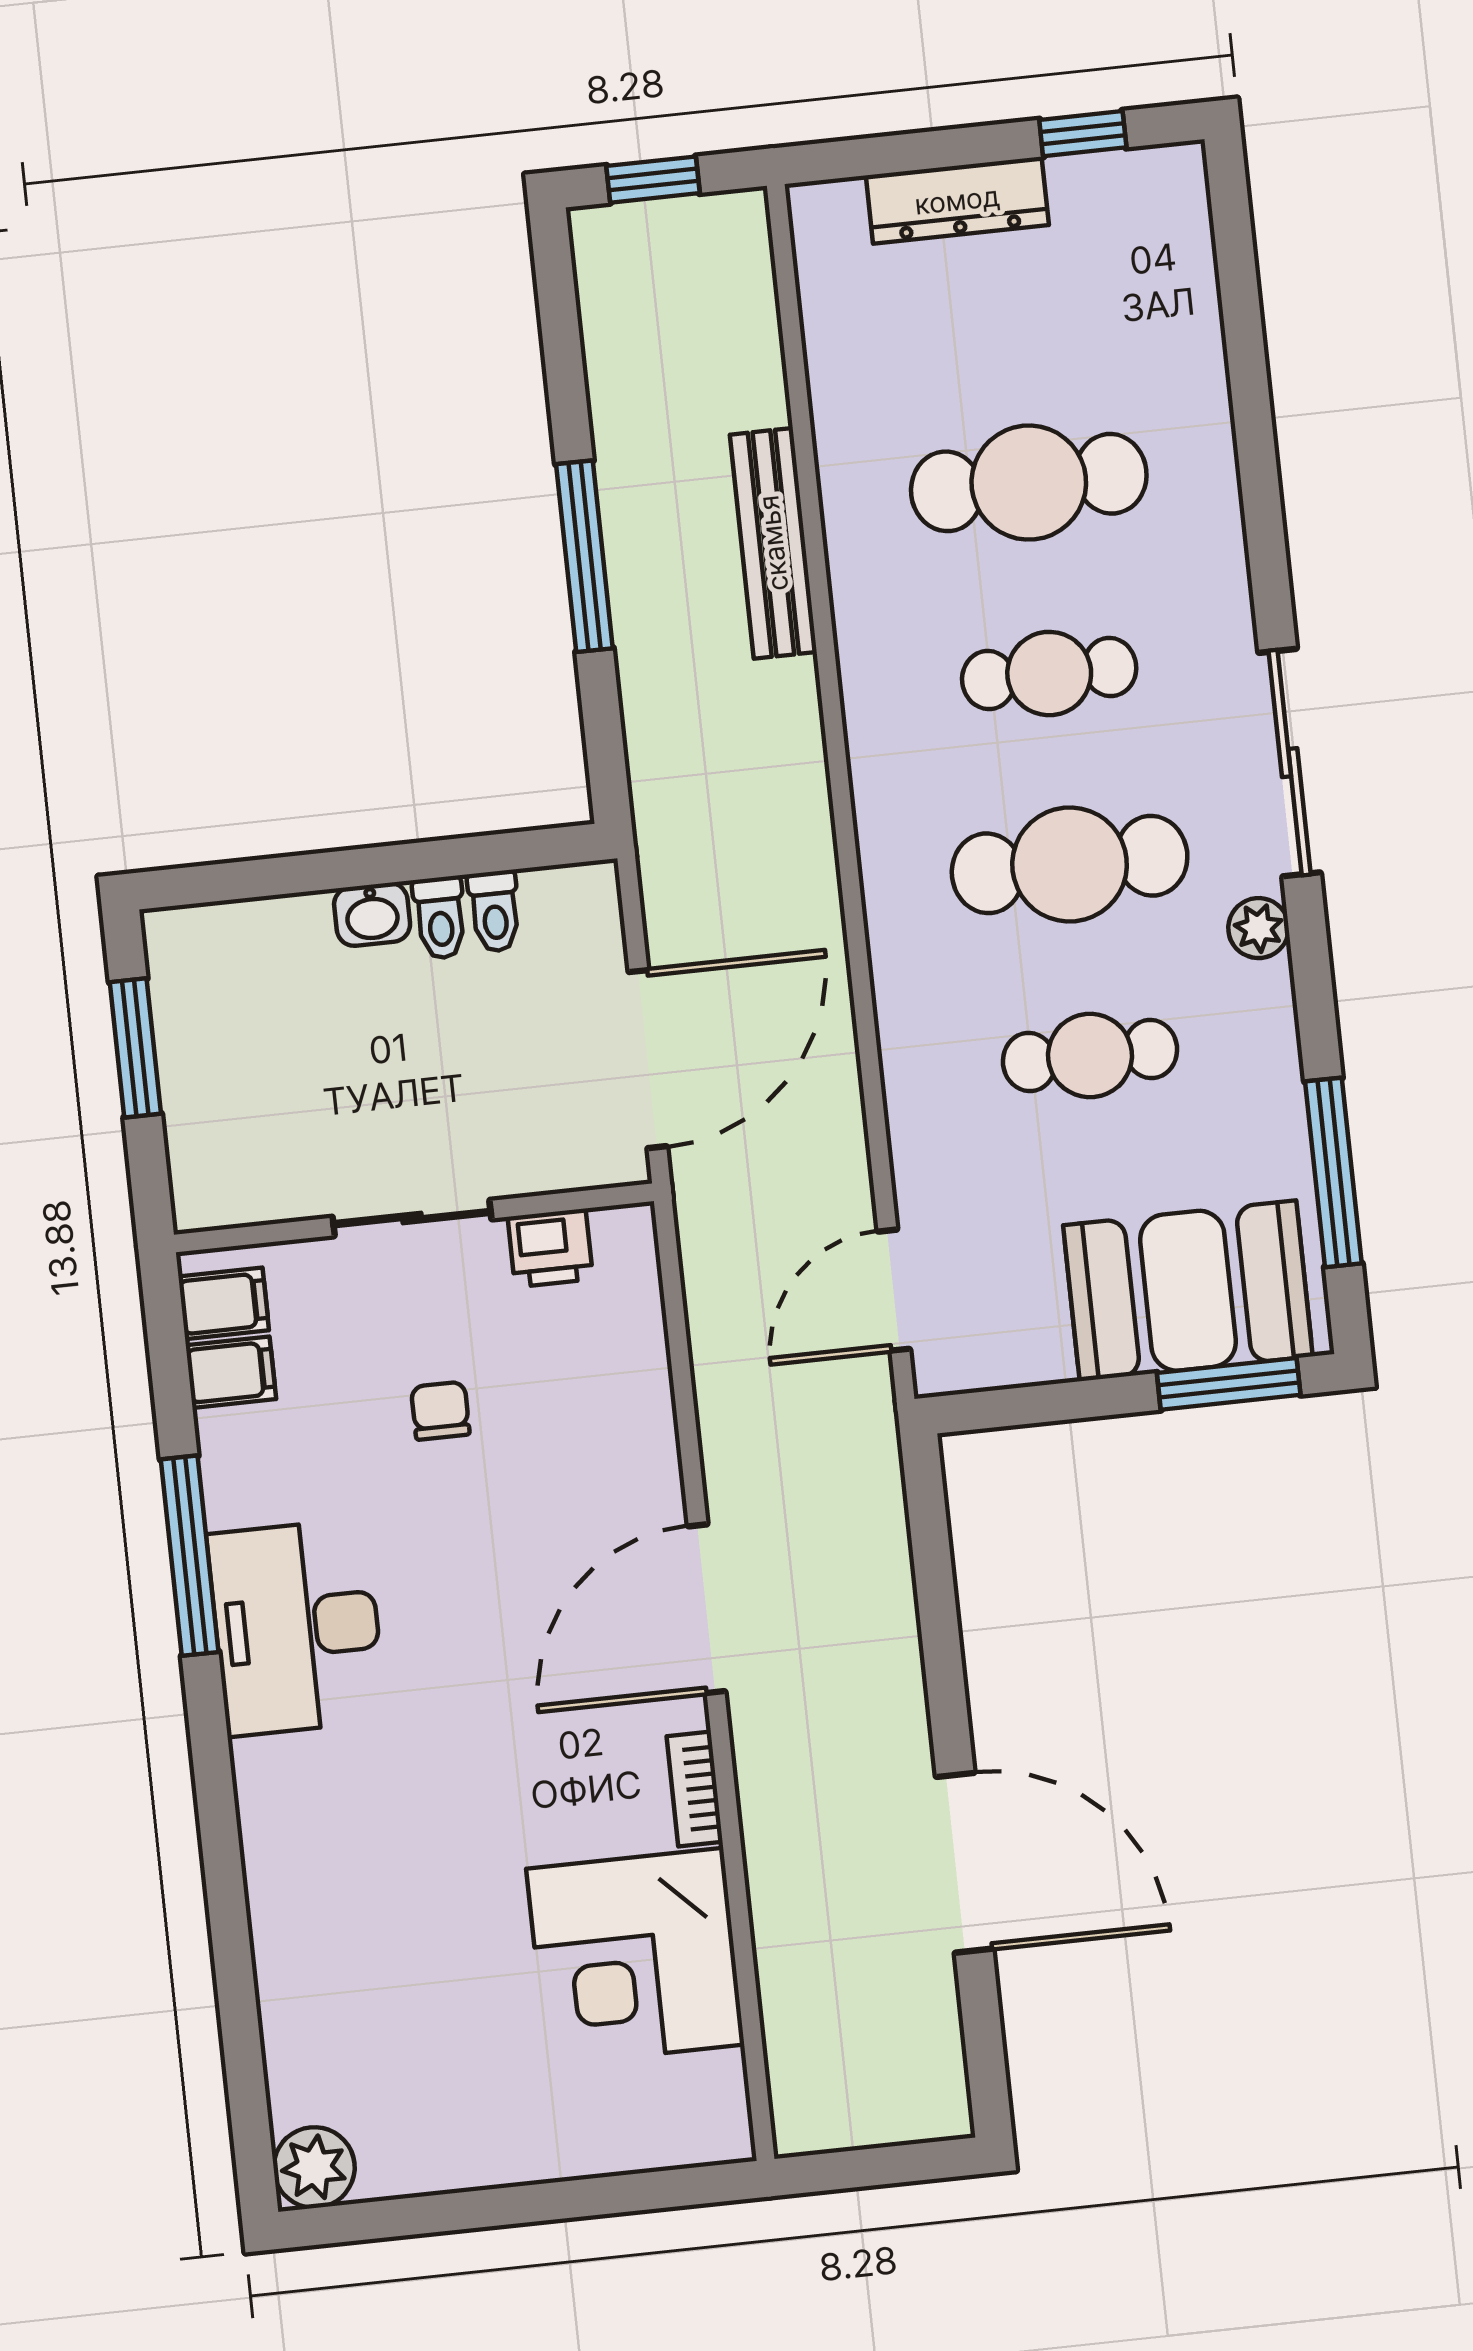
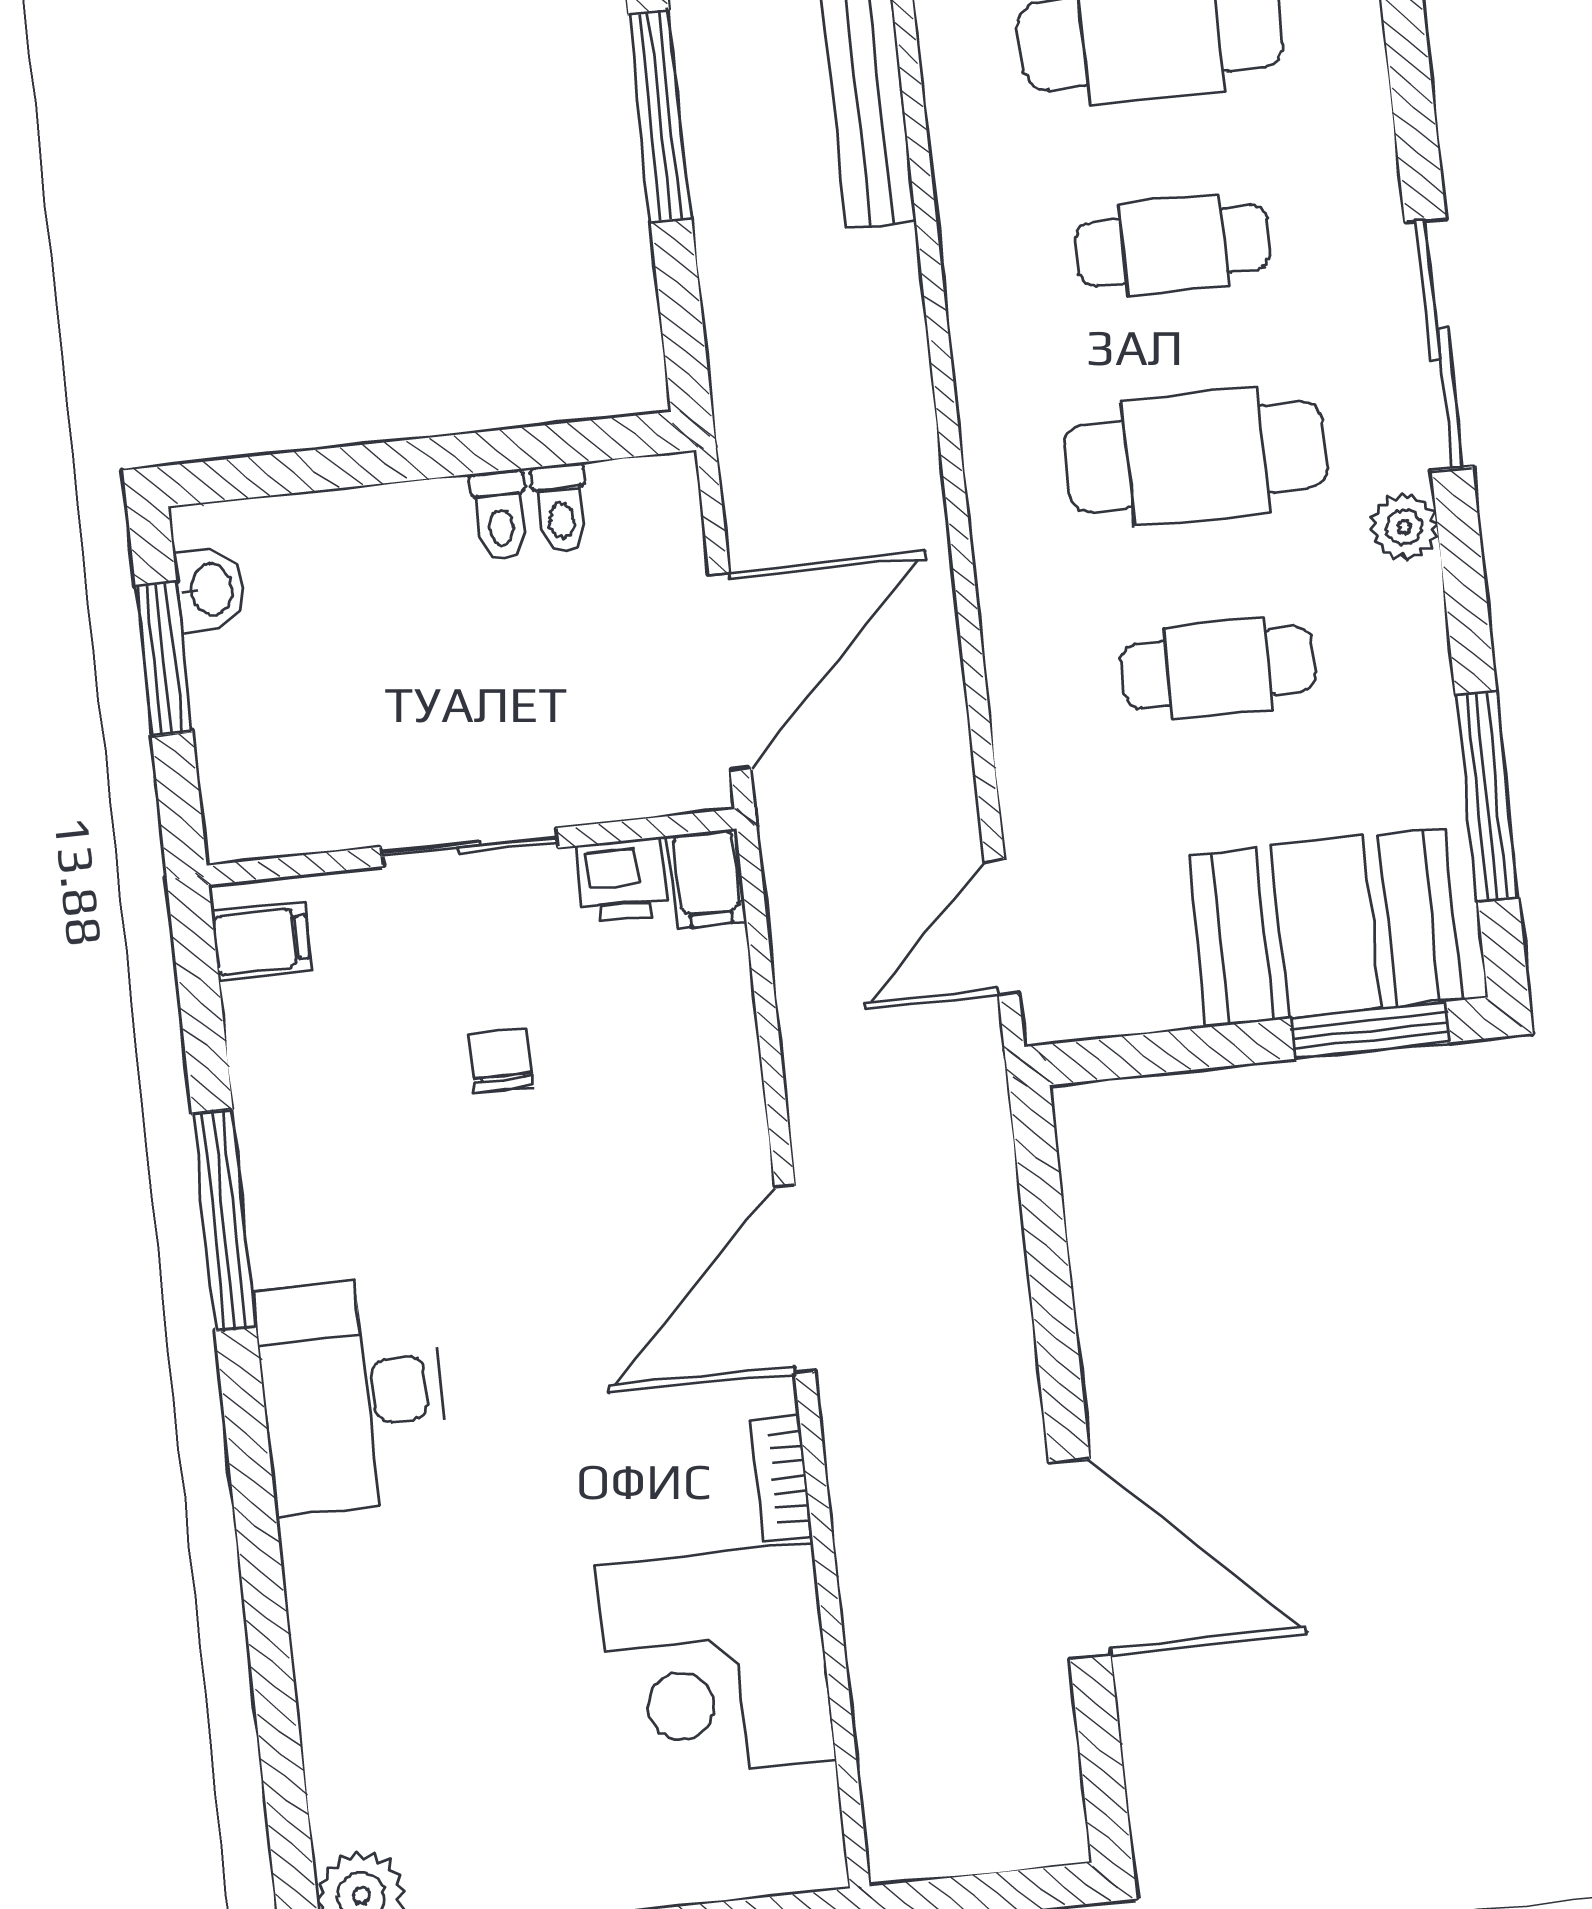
washbasin: (372, 914) -> (210, 590), moved, turned -90
filing cabinet: (231, 1372) -> (707, 878), moved, turned 90
desk: (297, 1627) -> (352, 1394), moved

